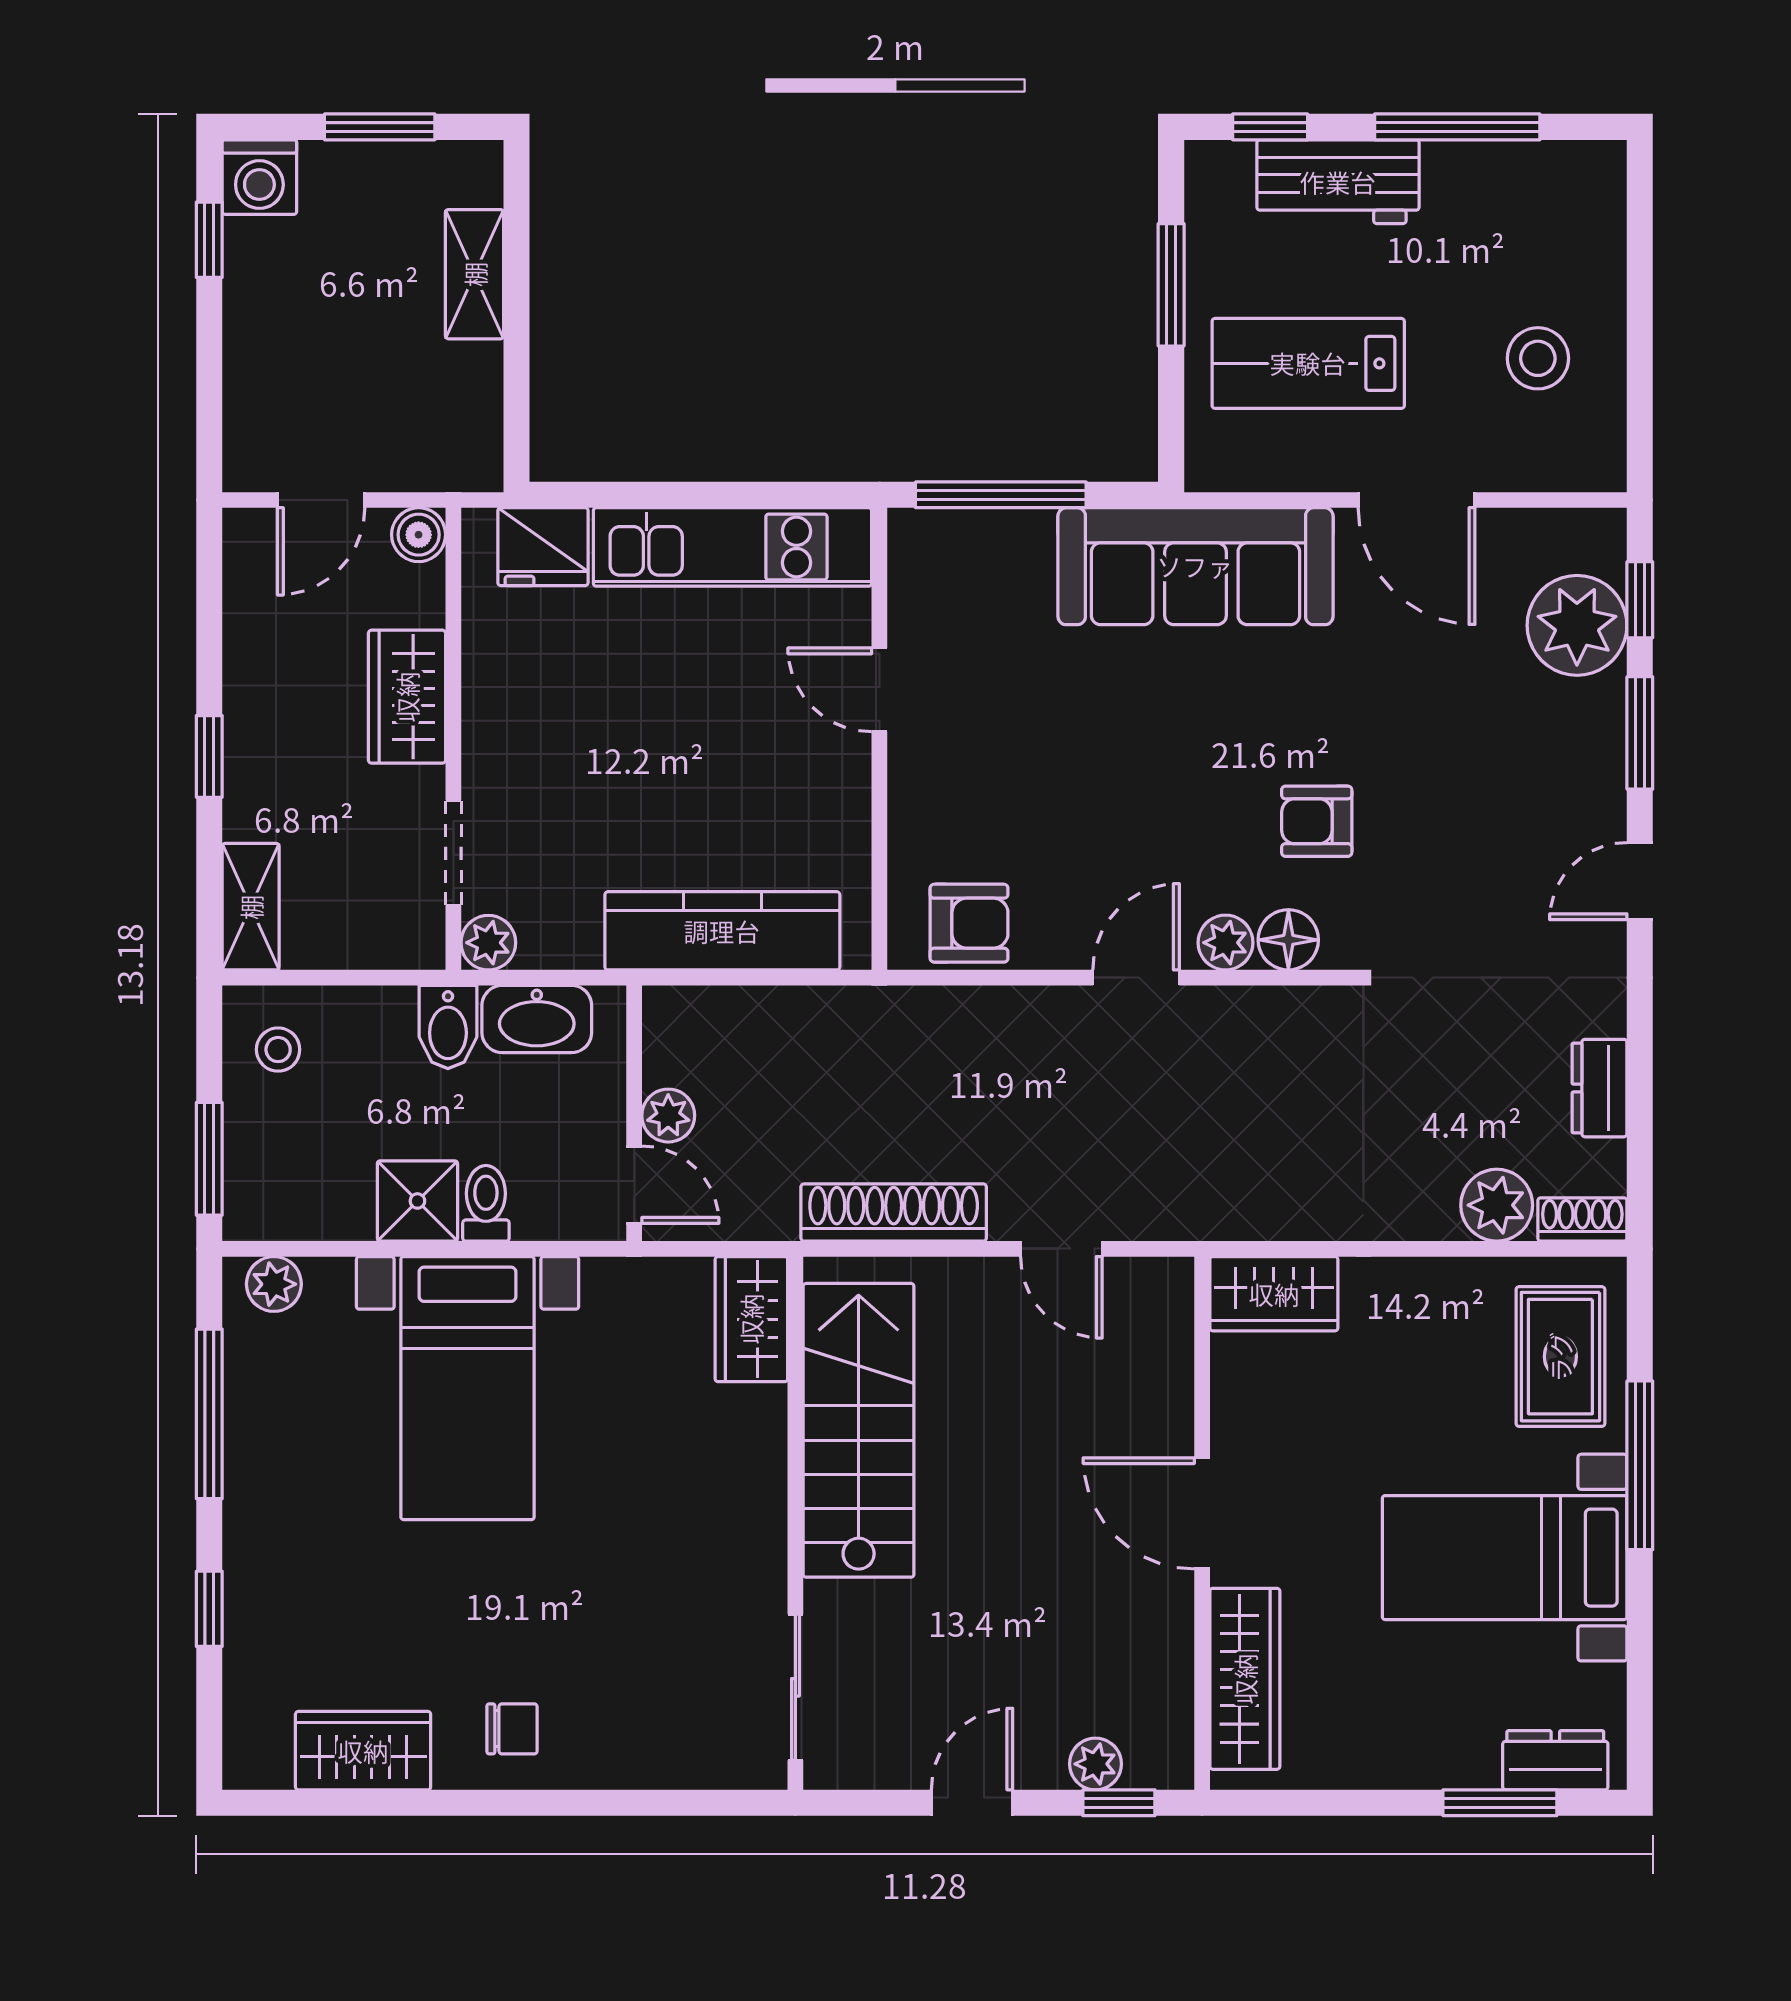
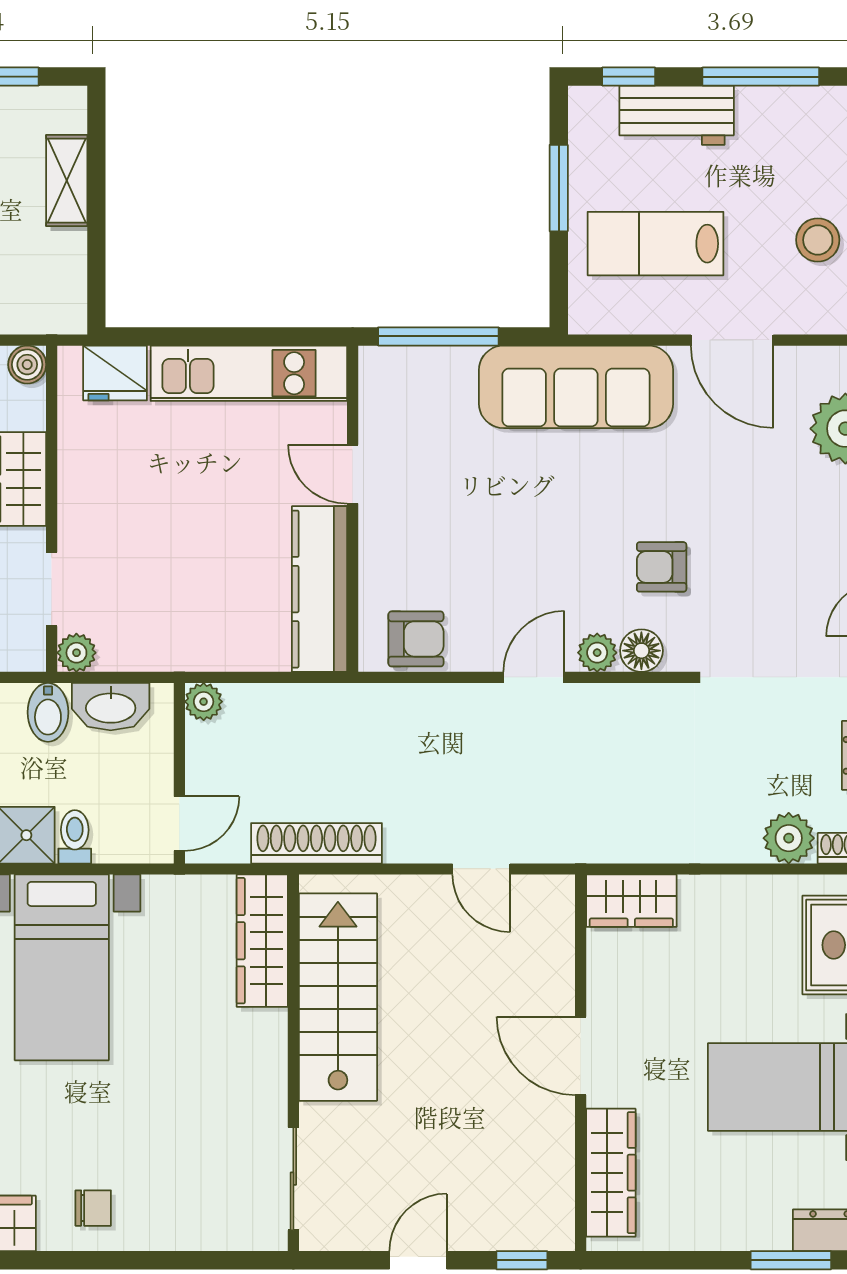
kitchen counter: (722, 931) -> (320, 589), moved, turned -90
plant: (668, 1116) -> (204, 702), moved
door: (634, 1185) -> (179, 824), hinge flipped
shoe rack: (894, 1212) -> (316, 843), moved
wardrobe: (751, 1319) -> (262, 941), width x1.50
plant: (1095, 1764) -> (505, 1233), removed

